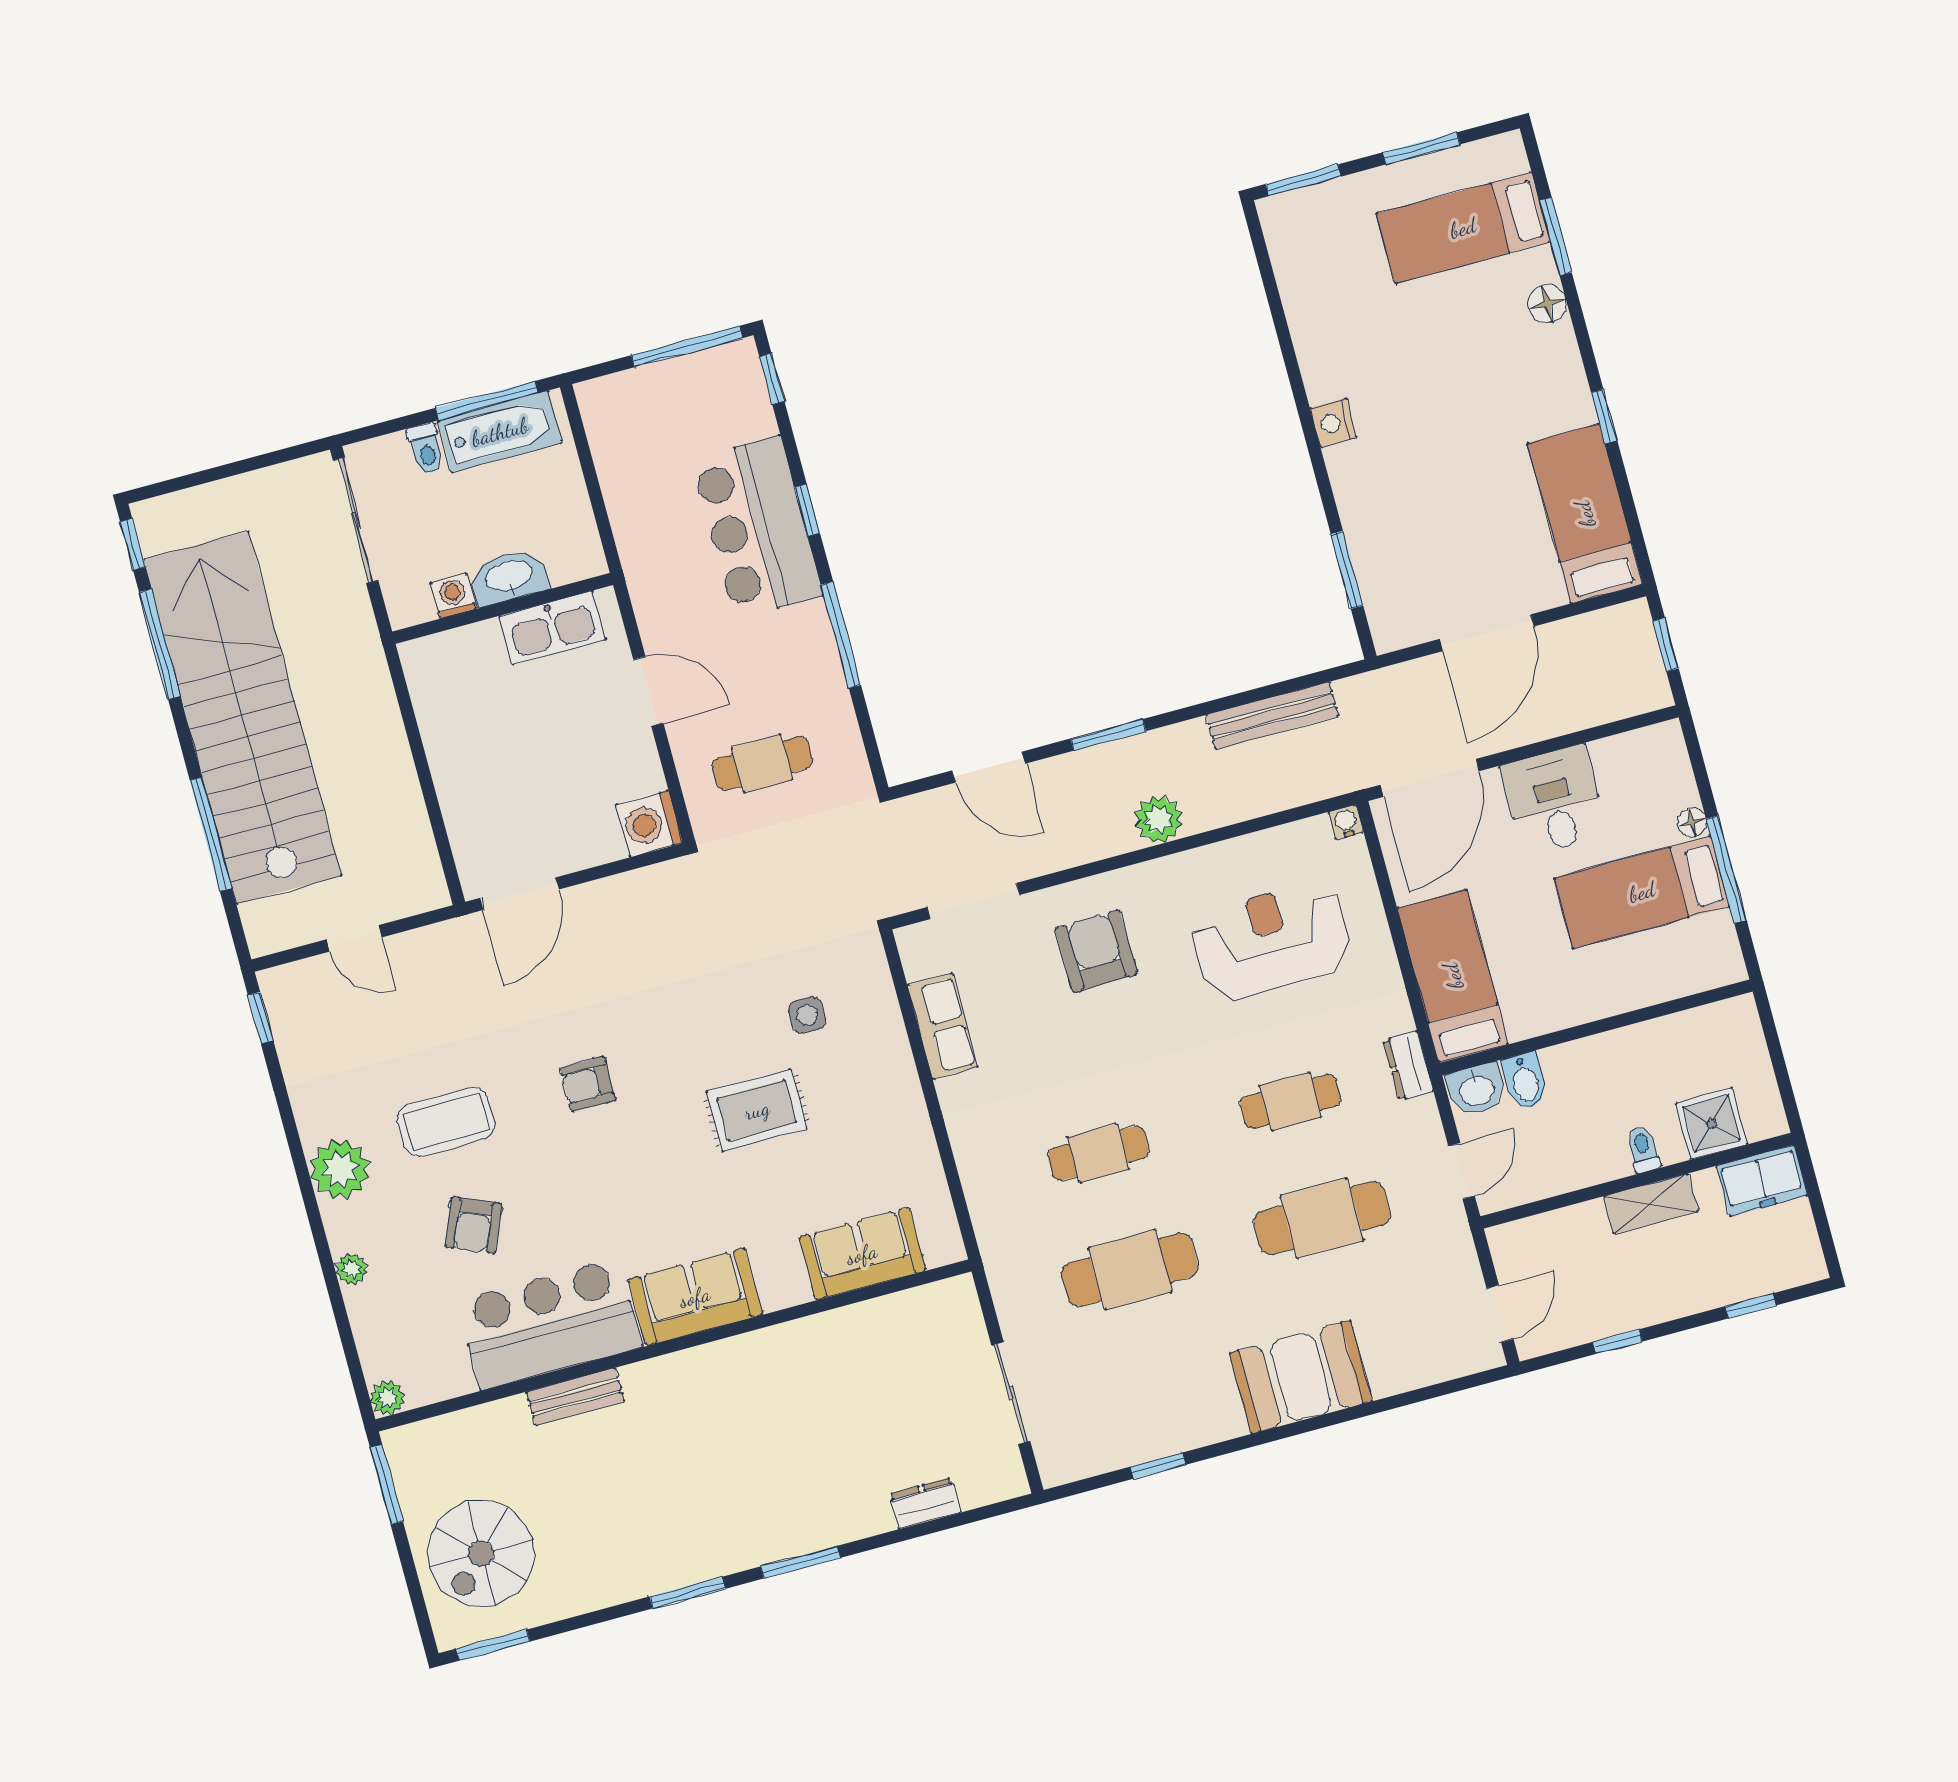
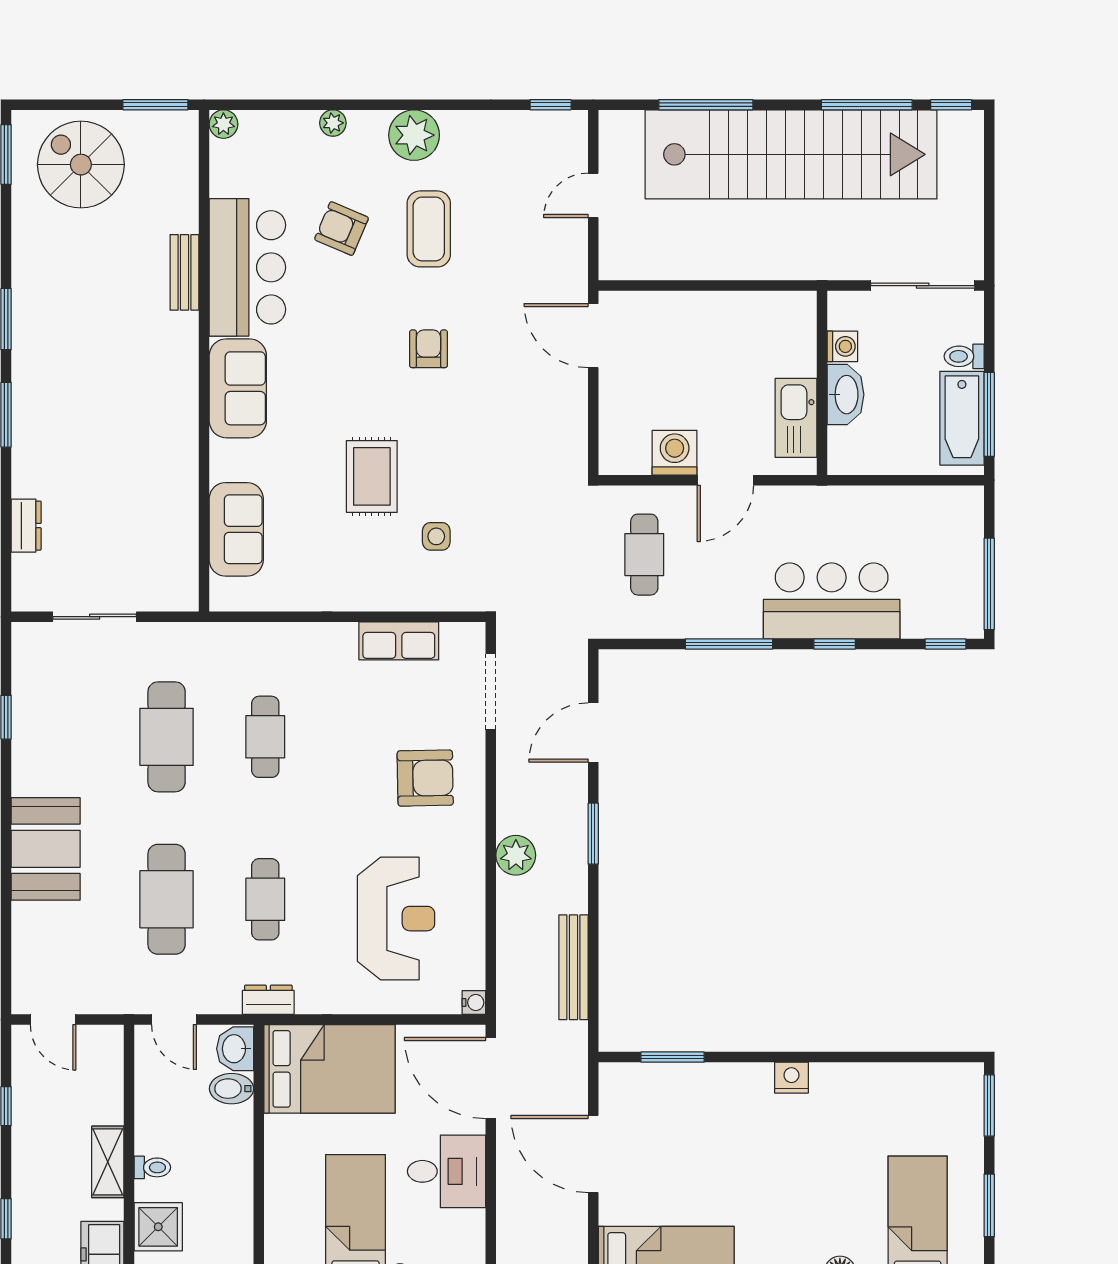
washing machine: (649, 824) -> (675, 453), moved
bed: (1453, 976) -> (329, 1069), width x1.50

